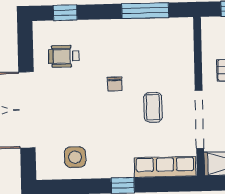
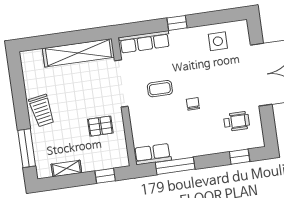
row of seats: (171, 28) -> (153, 154), added
coffee table: (153, 107) -> (160, 89), turned 90

